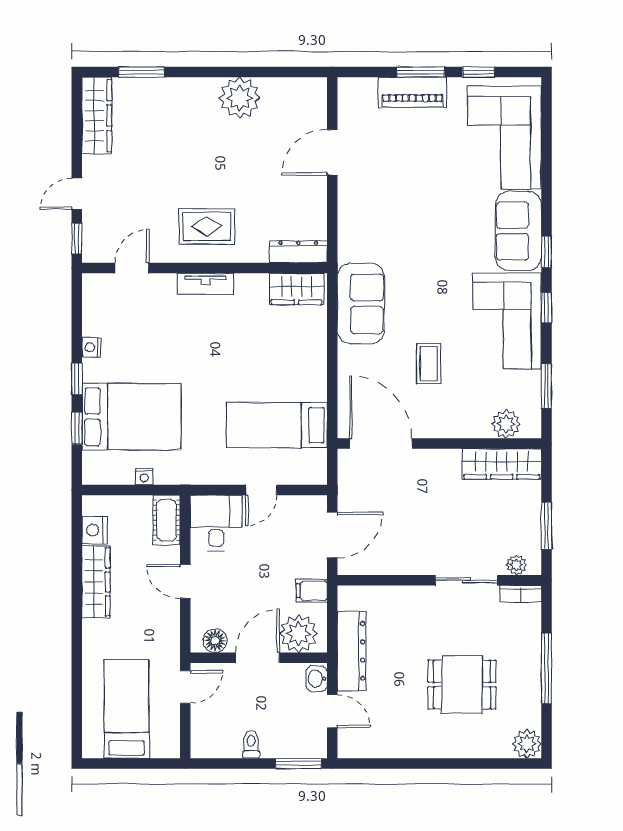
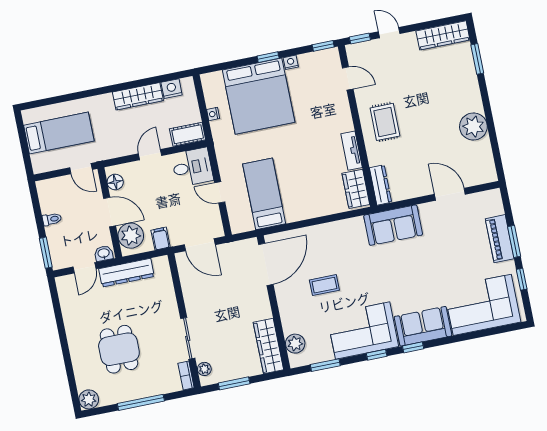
tv unit: (205, 284) -> (352, 151), moved
sofa: (361, 304) -> (393, 225), moved
bed: (131, 417) -> (259, 96), width x1.36
window: (77, 428) -> (323, 46), moved

